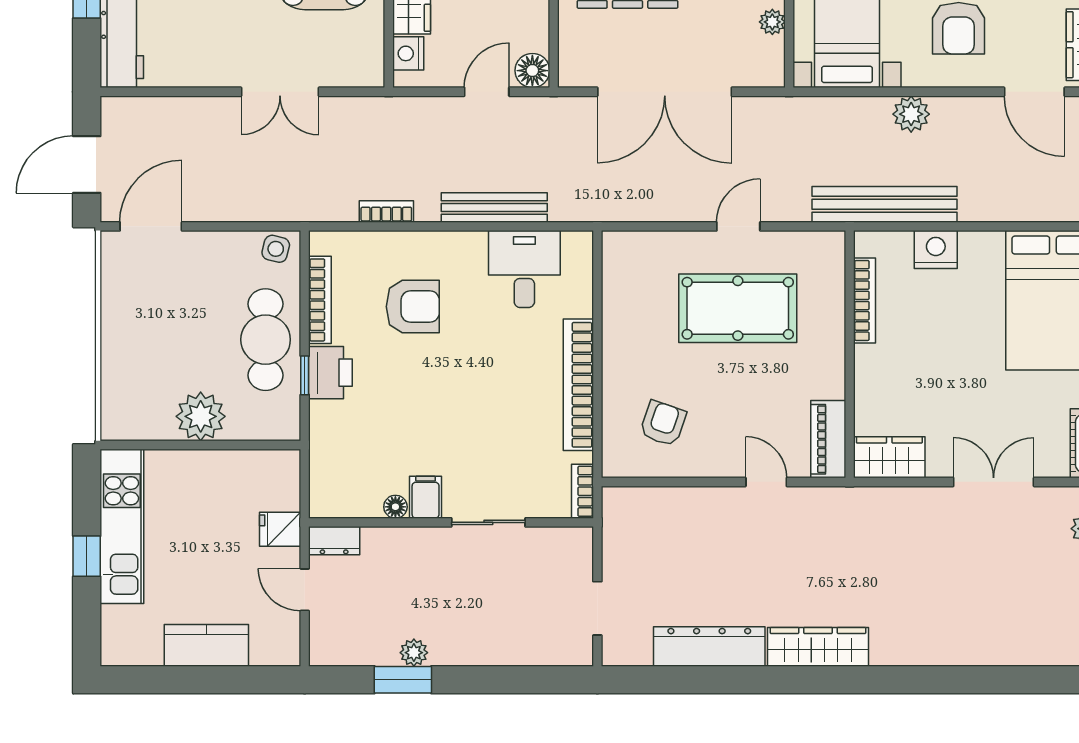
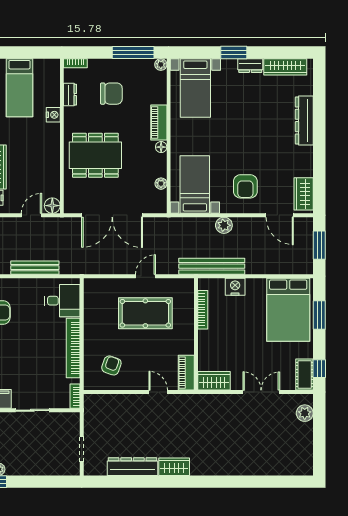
desk: (524, 269) -> (62, 301), moved, turned 90
wardrobe: (818, 647) -> (174, 467), width x0.67

